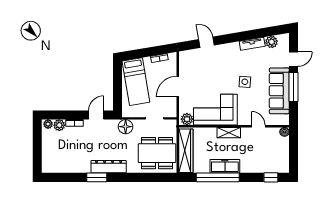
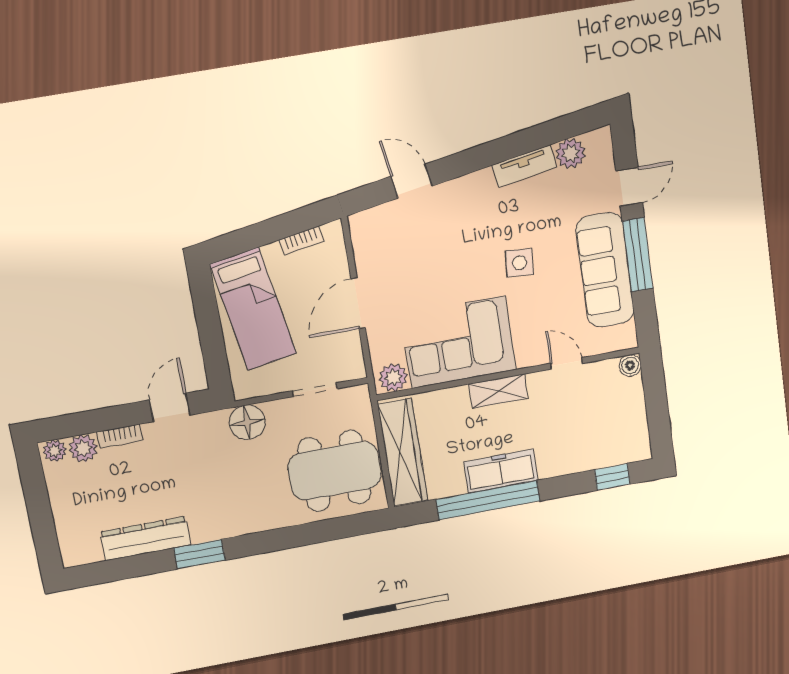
dresser: (109, 167) -> (146, 539), moved

